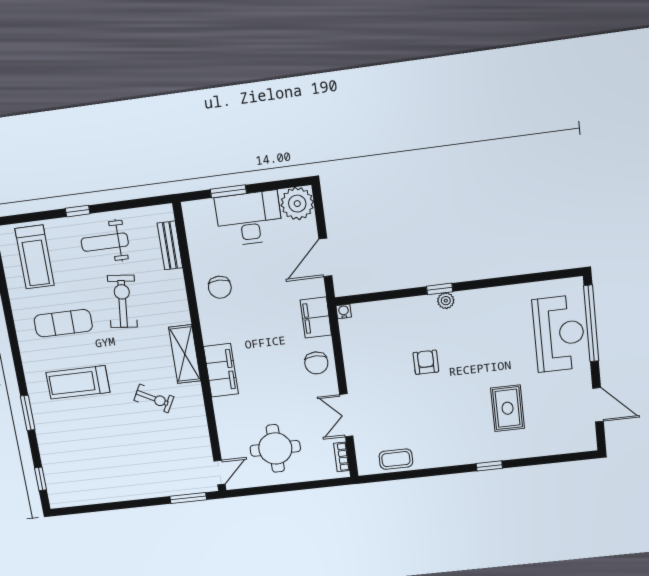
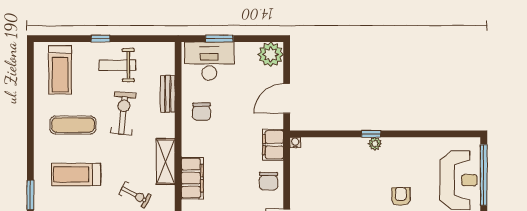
desk: (249, 218) -> (209, 61), moved
bench: (170, 245) -> (168, 94), moved
armchair: (426, 362) -> (401, 196), moved

